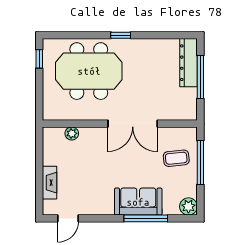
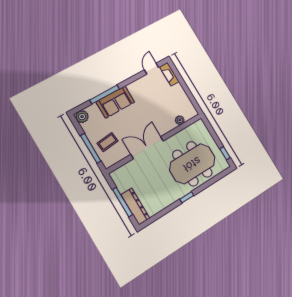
fireplace: (50, 183) -> (169, 74), moved

